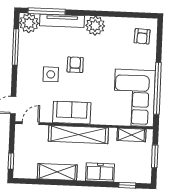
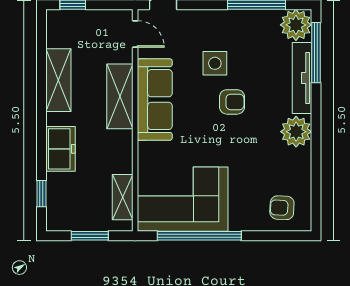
sofa: (72, 113) -> (155, 100), width x1.36
shelving: (78, 134) -> (120, 96), width x0.68

